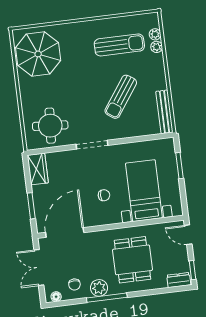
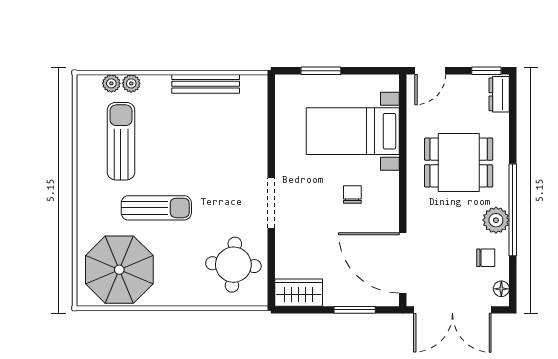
sun lounger: (121, 97) -> (156, 208), moved, turned -35
bench: (164, 112) -> (206, 84), moved
double door: (39, 267) -> (452, 310), width x1.37
window: (107, 298) -> (513, 210), width x1.46

